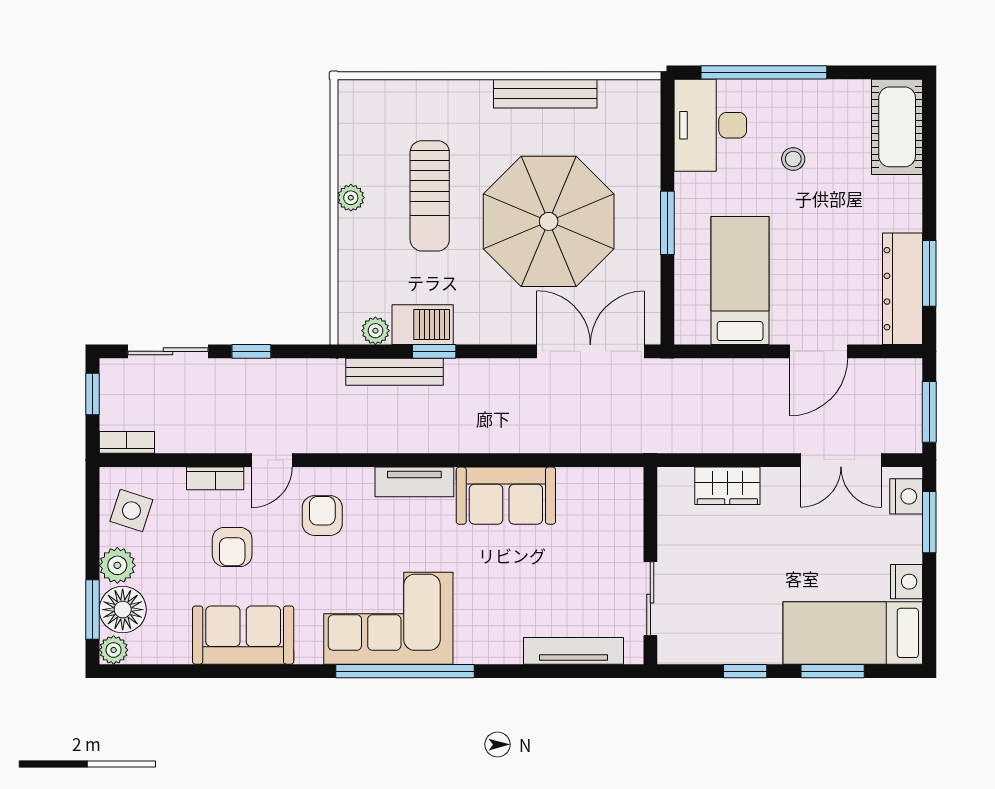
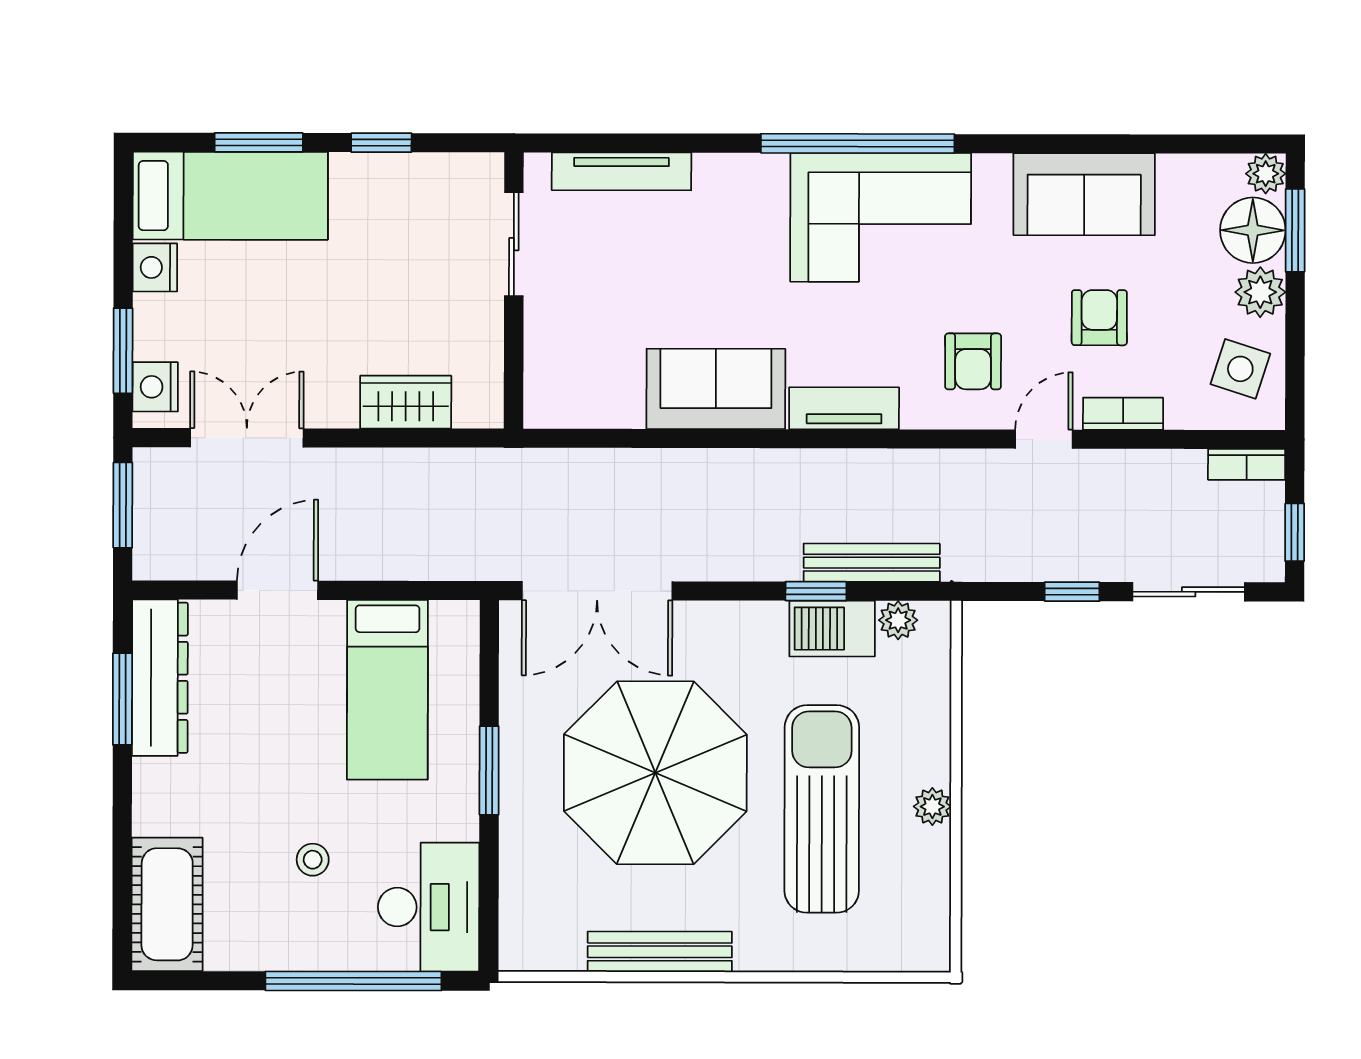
sun lounger: (430, 196) -> (822, 809), width x1.36, depth x1.34

